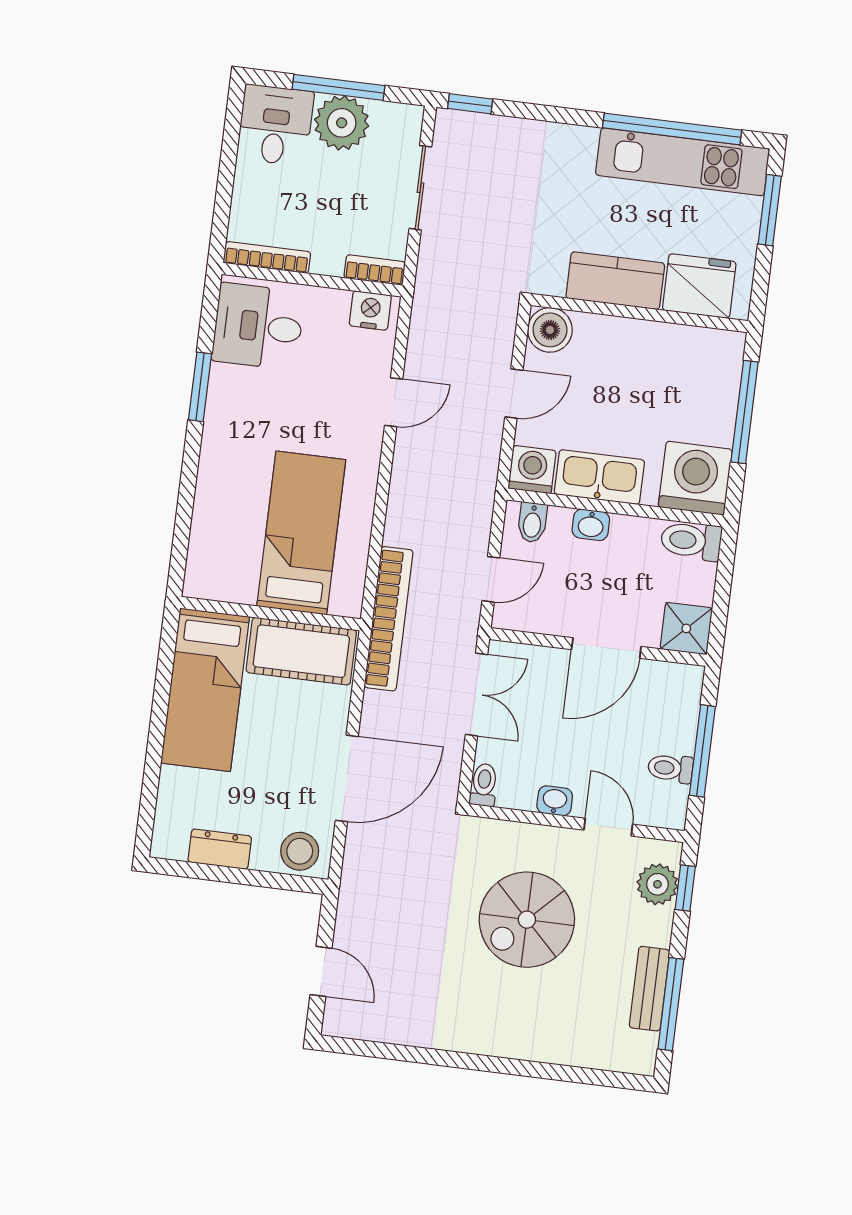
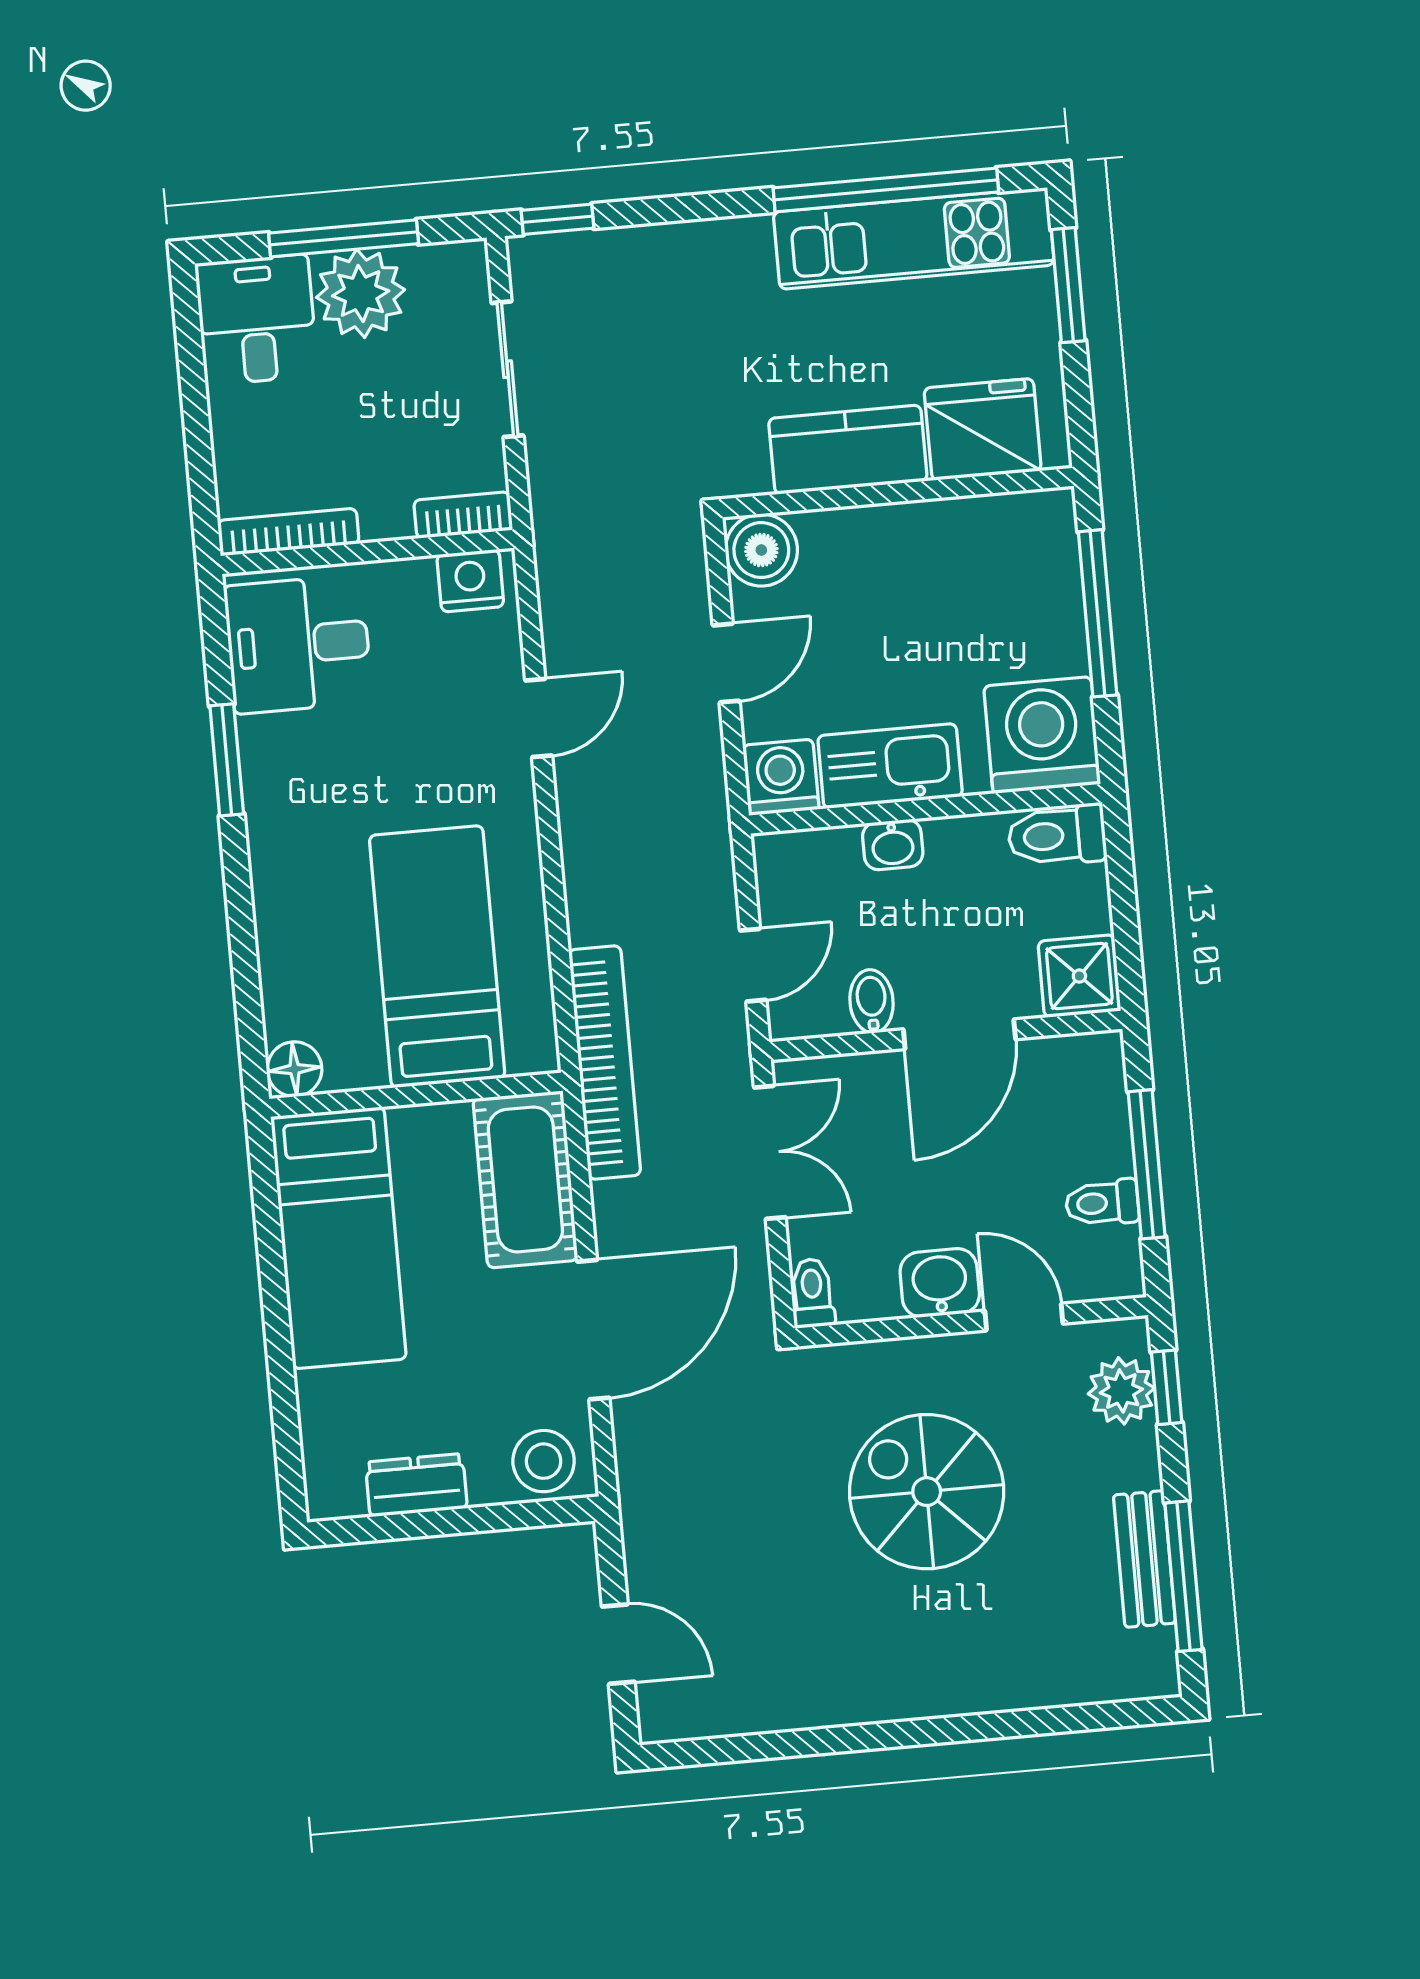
bidet: (532, 522) -> (871, 1001), moved, turned 180
floor lamp: (201, 582) -> (294, 1069), added
cot: (301, 651) -> (525, 1179), moved, turned 90
washbasin: (555, 801) -> (940, 1283), width x1.38, depth x1.45
spiral stairs: (527, 920) -> (927, 1492), turned 90

